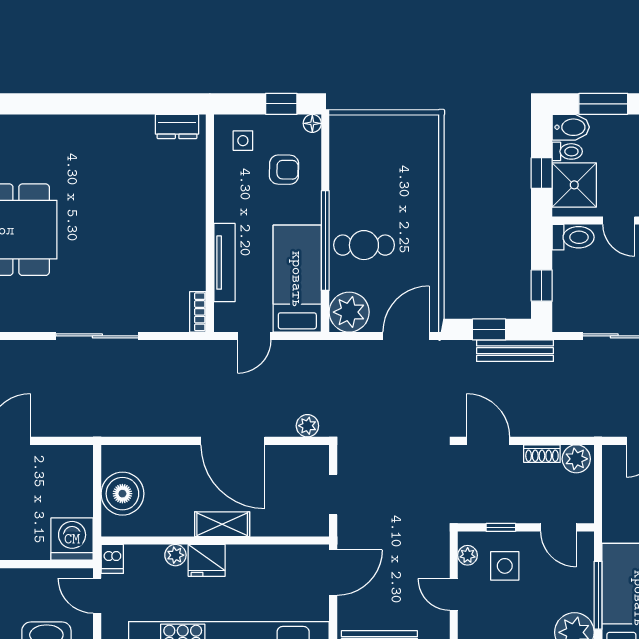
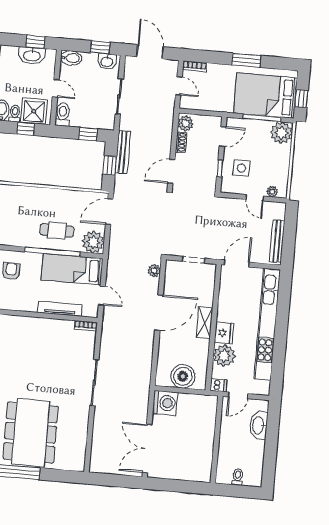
door: (619, 221) -> (56, 88), hinge flipped
cafe table: (364, 245) -> (57, 231), turned 90
door: (406, 336) -> (109, 212), hinge flipped
washing machine: (72, 539) -> (165, 403), moved, turned 180
plant: (175, 555) -> (224, 356), width x1.88, depth x1.88
plant: (468, 555) -> (272, 192), moved
door: (333, 573) -> (237, 263), hinge flipped
door: (454, 595) -> (255, 198), hinge flipped

